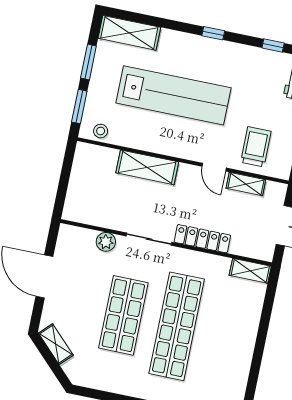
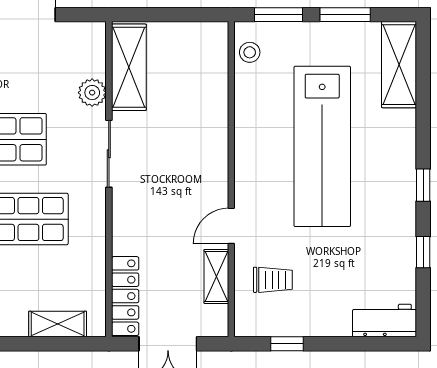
window: (273, 46) -> (423, 252), moved
trolley: (256, 147) -> (273, 280), width x0.73, depth x0.72
shelving: (147, 167) -> (129, 67), moved
locker: (202, 239) -> (125, 296), moved
shelving: (250, 271) -> (58, 324), moved, turned 90

